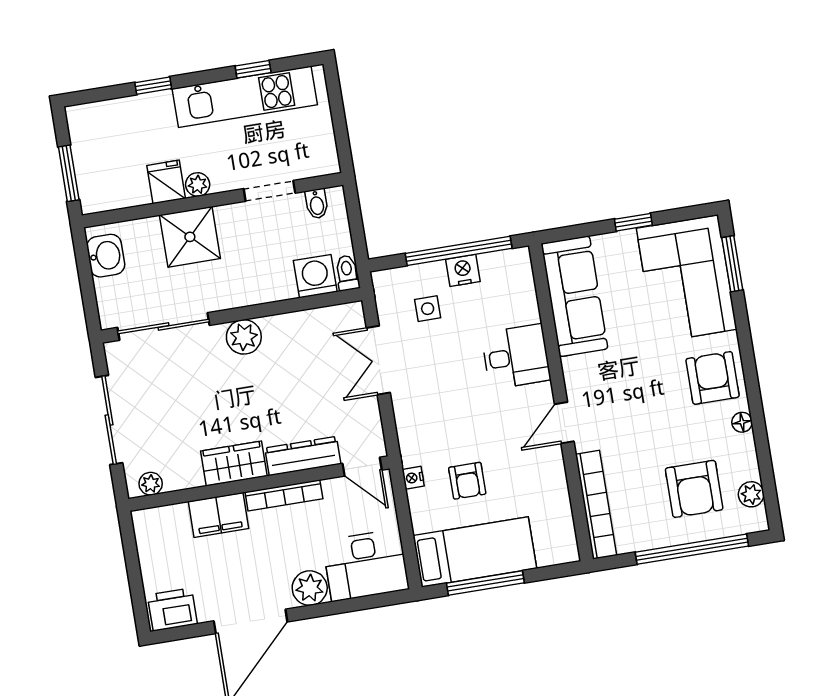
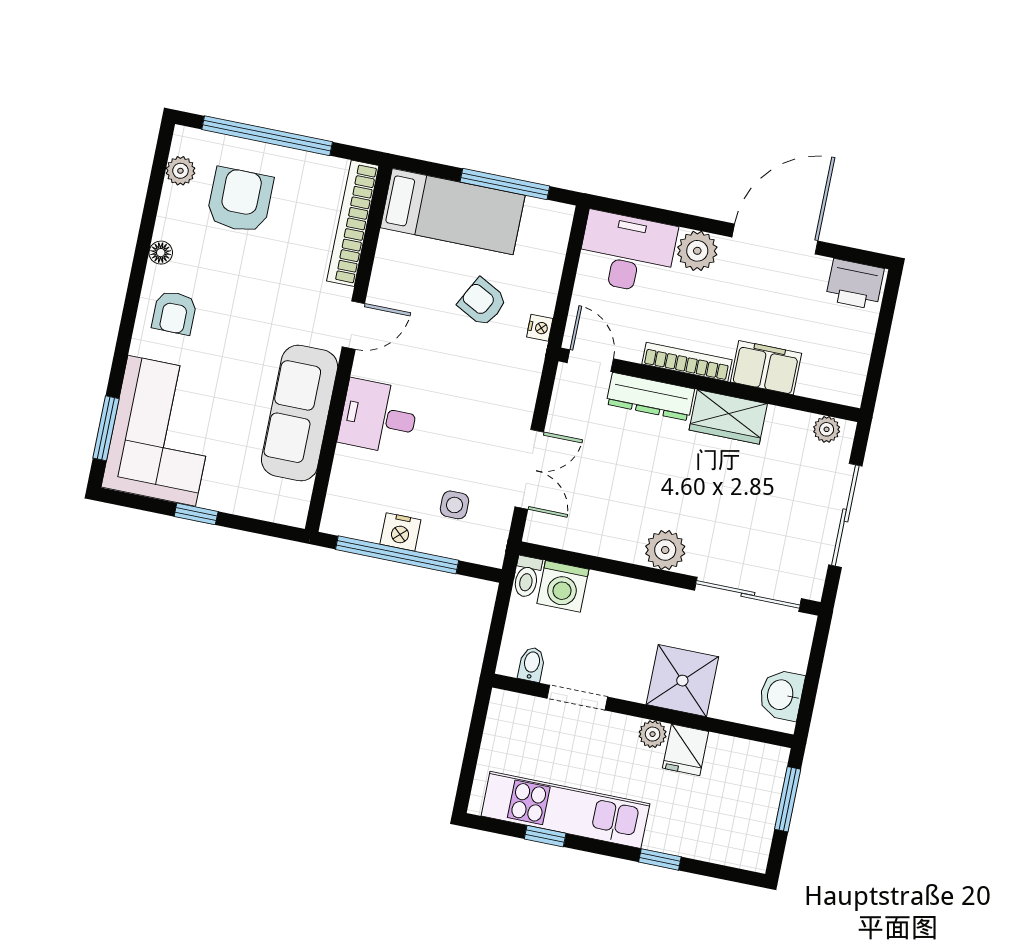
sofa: (574, 296) -> (300, 413), moved
armchair: (713, 378) -> (174, 313), width x0.72, depth x0.72
armchair: (467, 481) -> (482, 302), turned -62
bed: (475, 552) -> (453, 212), moved, turned 180

